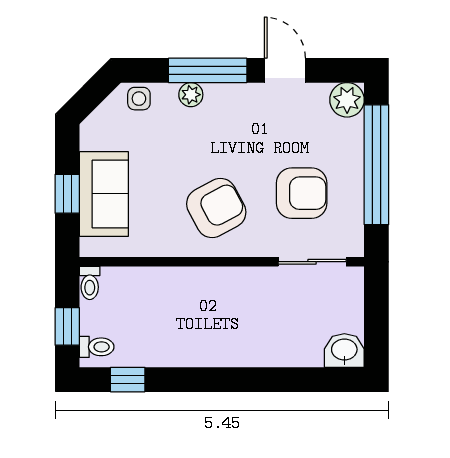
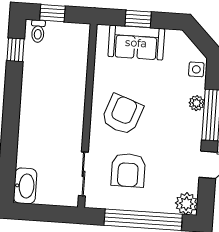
armchair: (216, 208) -> (122, 114), turned -132
toilet: (90, 283) -> (80, 29), removed
washbasin: (344, 350) -> (25, 186), width x1.38

